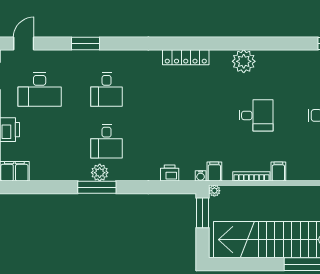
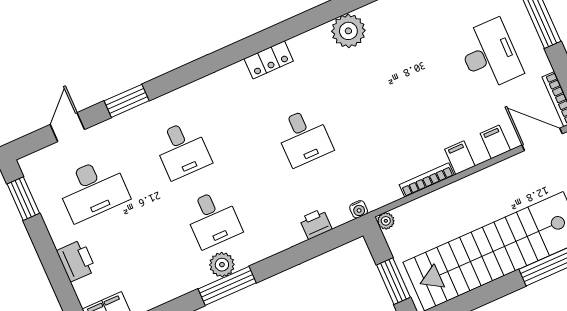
door: (24, 43) -> (67, 127), moved
locker: (186, 57) -> (269, 60), width x0.66
desk: (256, 115) -> (304, 137), moved, turned 90
filing cabinet: (214, 172) -> (495, 142), moved
window: (202, 213) -> (393, 281), moved

